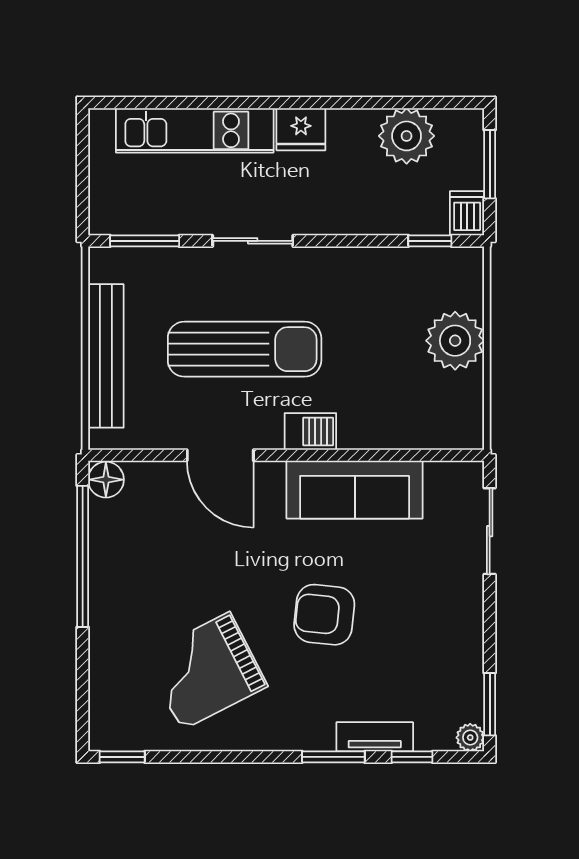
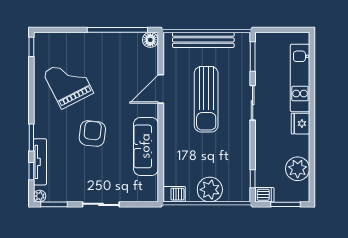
barbecue: (310, 431) -> (174, 194), moved, turned -90
sliding door: (490, 531) -> (101, 204), moved
tv unit: (375, 737) -> (40, 162), width x1.41

